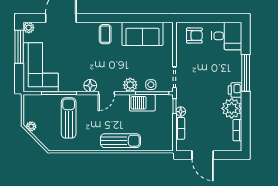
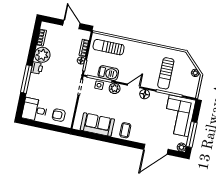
sun lounger: (120, 141) -> (109, 47), moved

